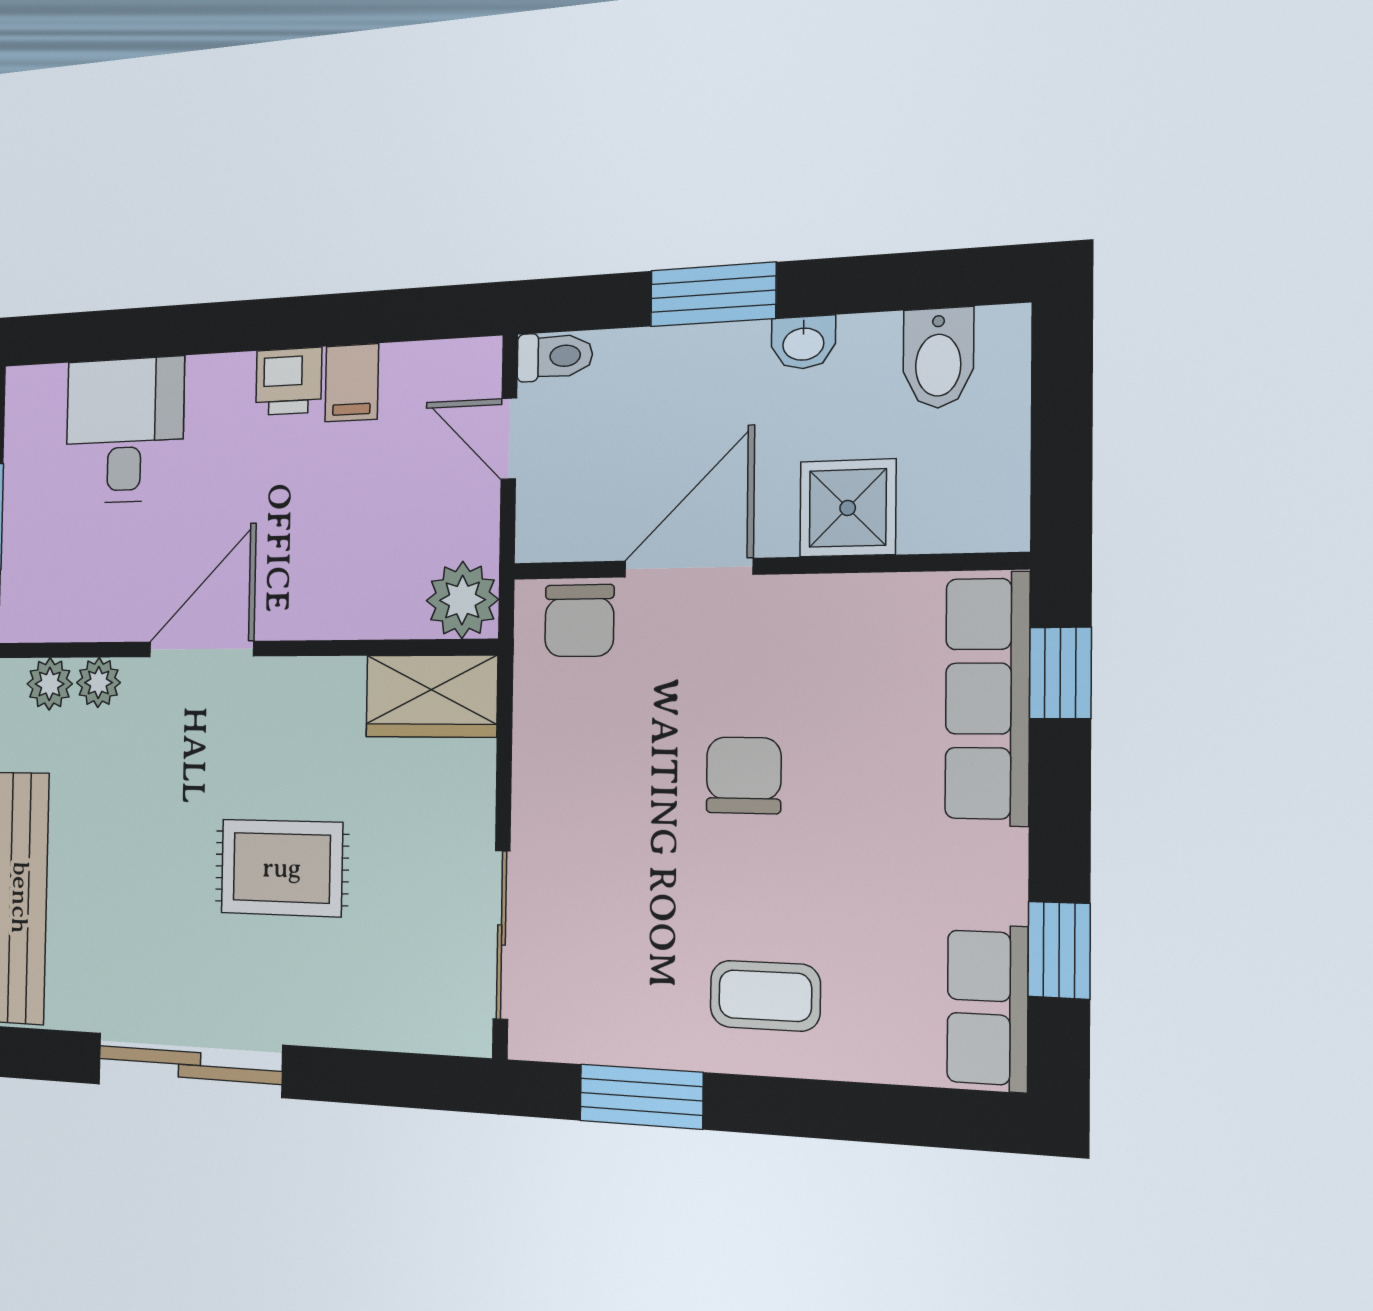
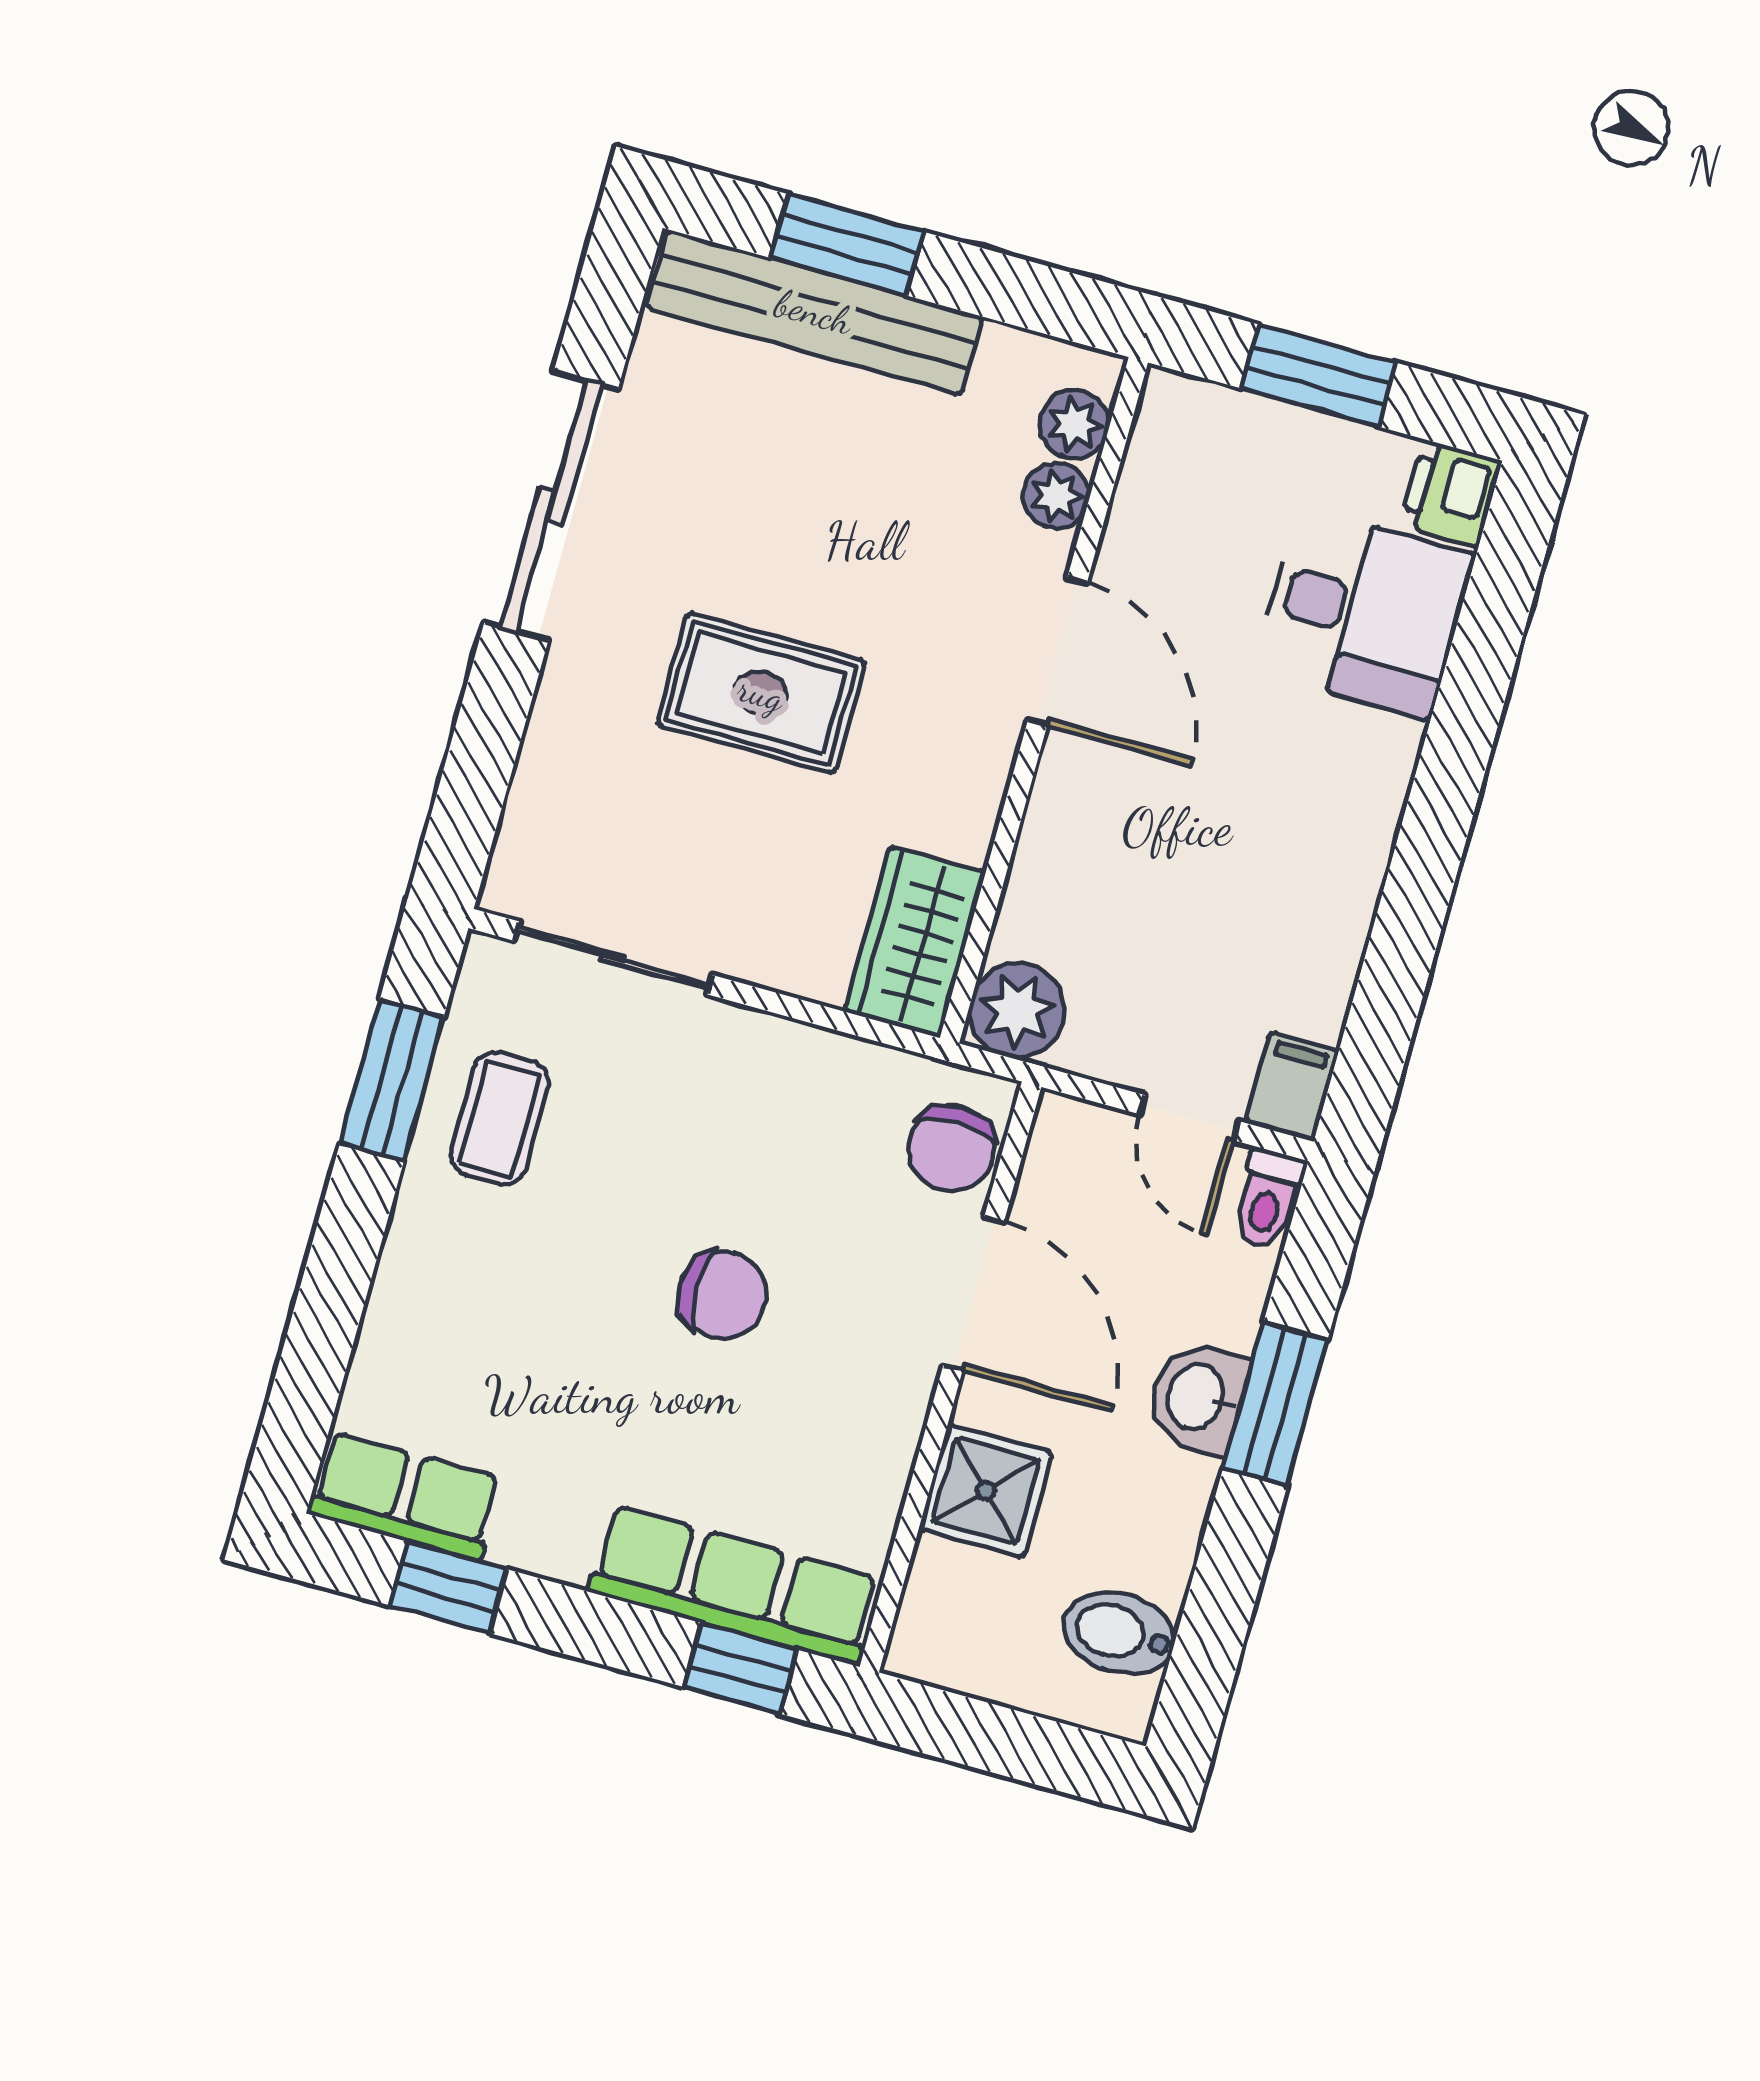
washbasin: (803, 343) -> (1198, 1397), moved, width x1.38, depth x1.45
printer: (289, 381) -> (1451, 494), moved
filing cabinet: (352, 383) -> (1292, 1087), moved, turned 90
door: (509, 439) -> (1189, 1118), swing flipped
chair: (579, 621) -> (951, 1148), turned -90
rug: (282, 868) -> (761, 693), turned 90
coffee table: (765, 996) -> (500, 1119), moved

